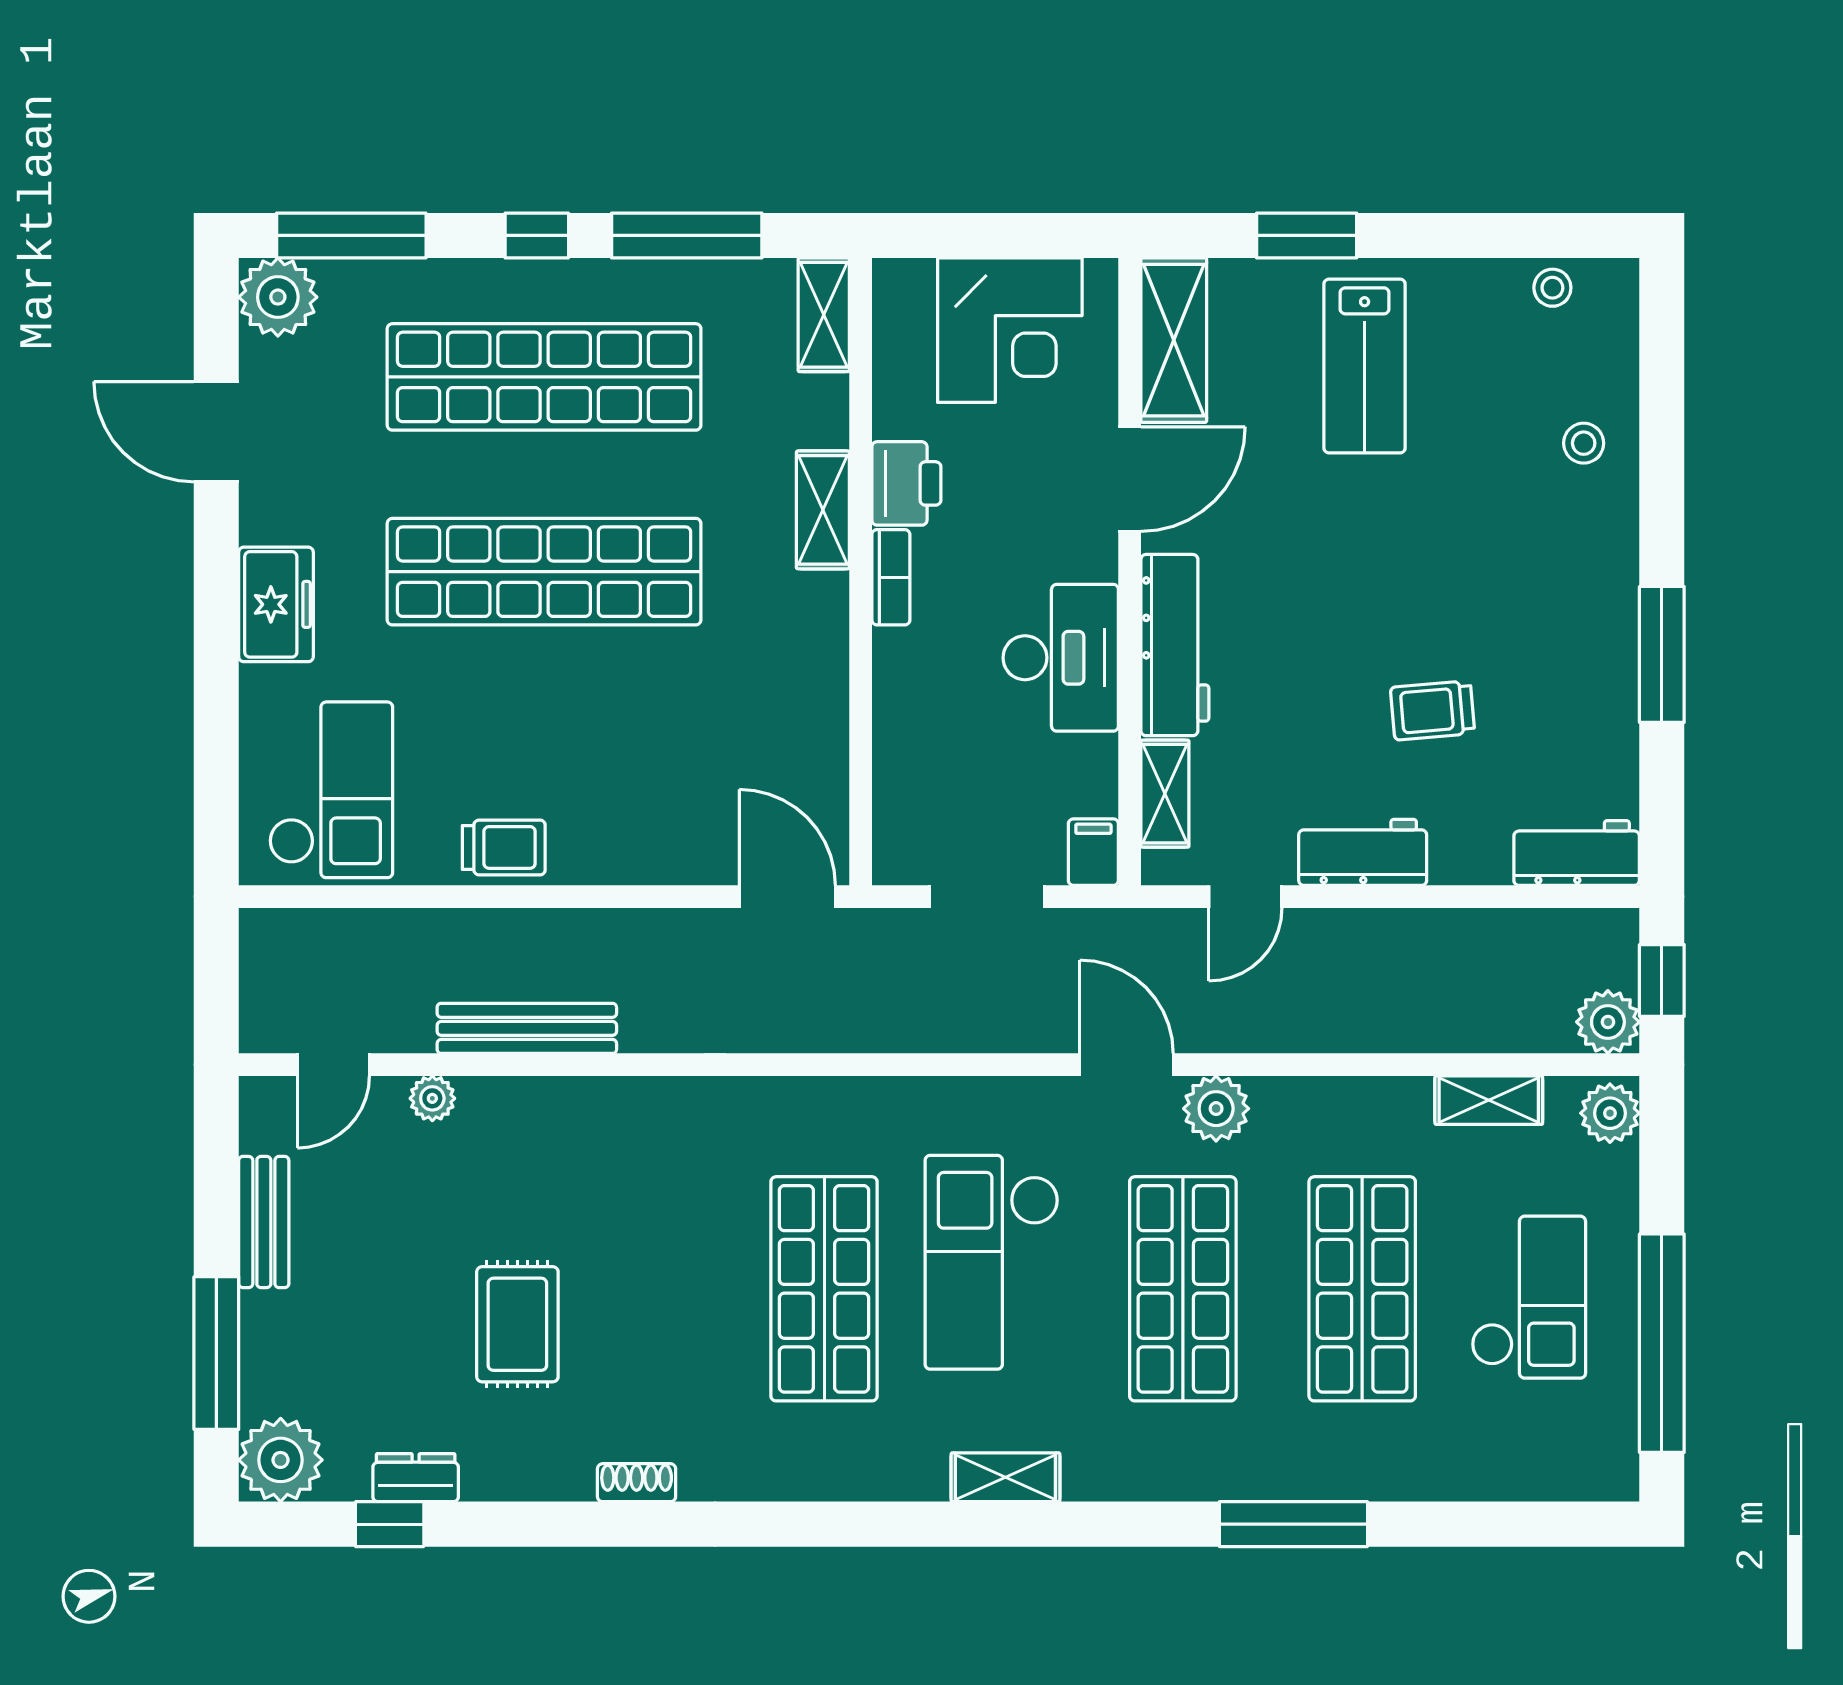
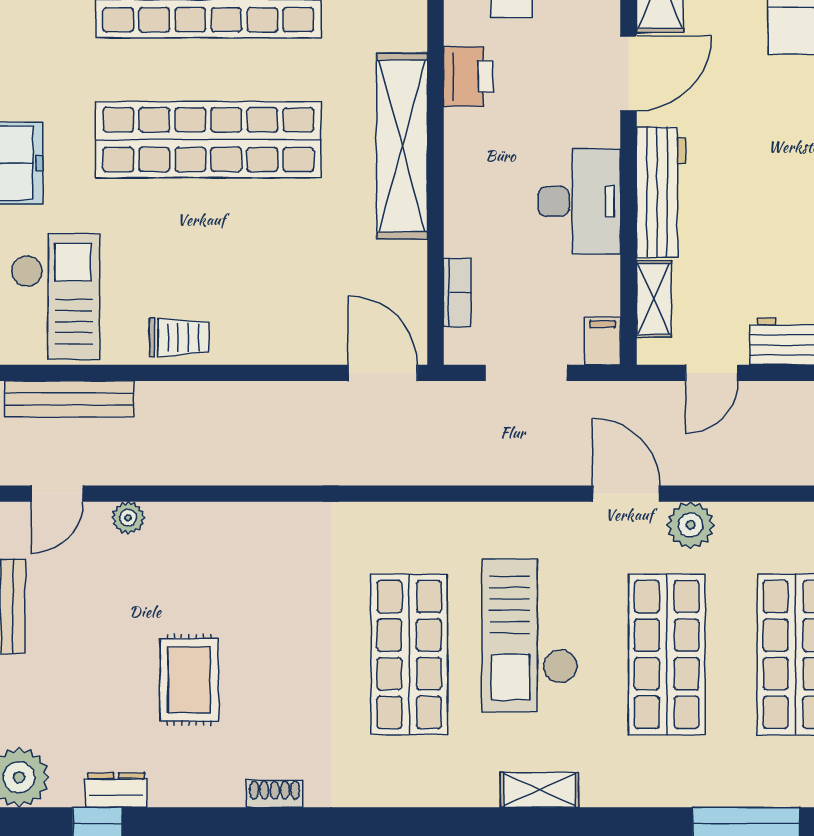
shelving: (823, 510) -> (402, 146), width x2.20, depth x1.33
bookcase: (891, 577) -> (457, 292), moved
bench: (527, 1028) -> (69, 399), moved

